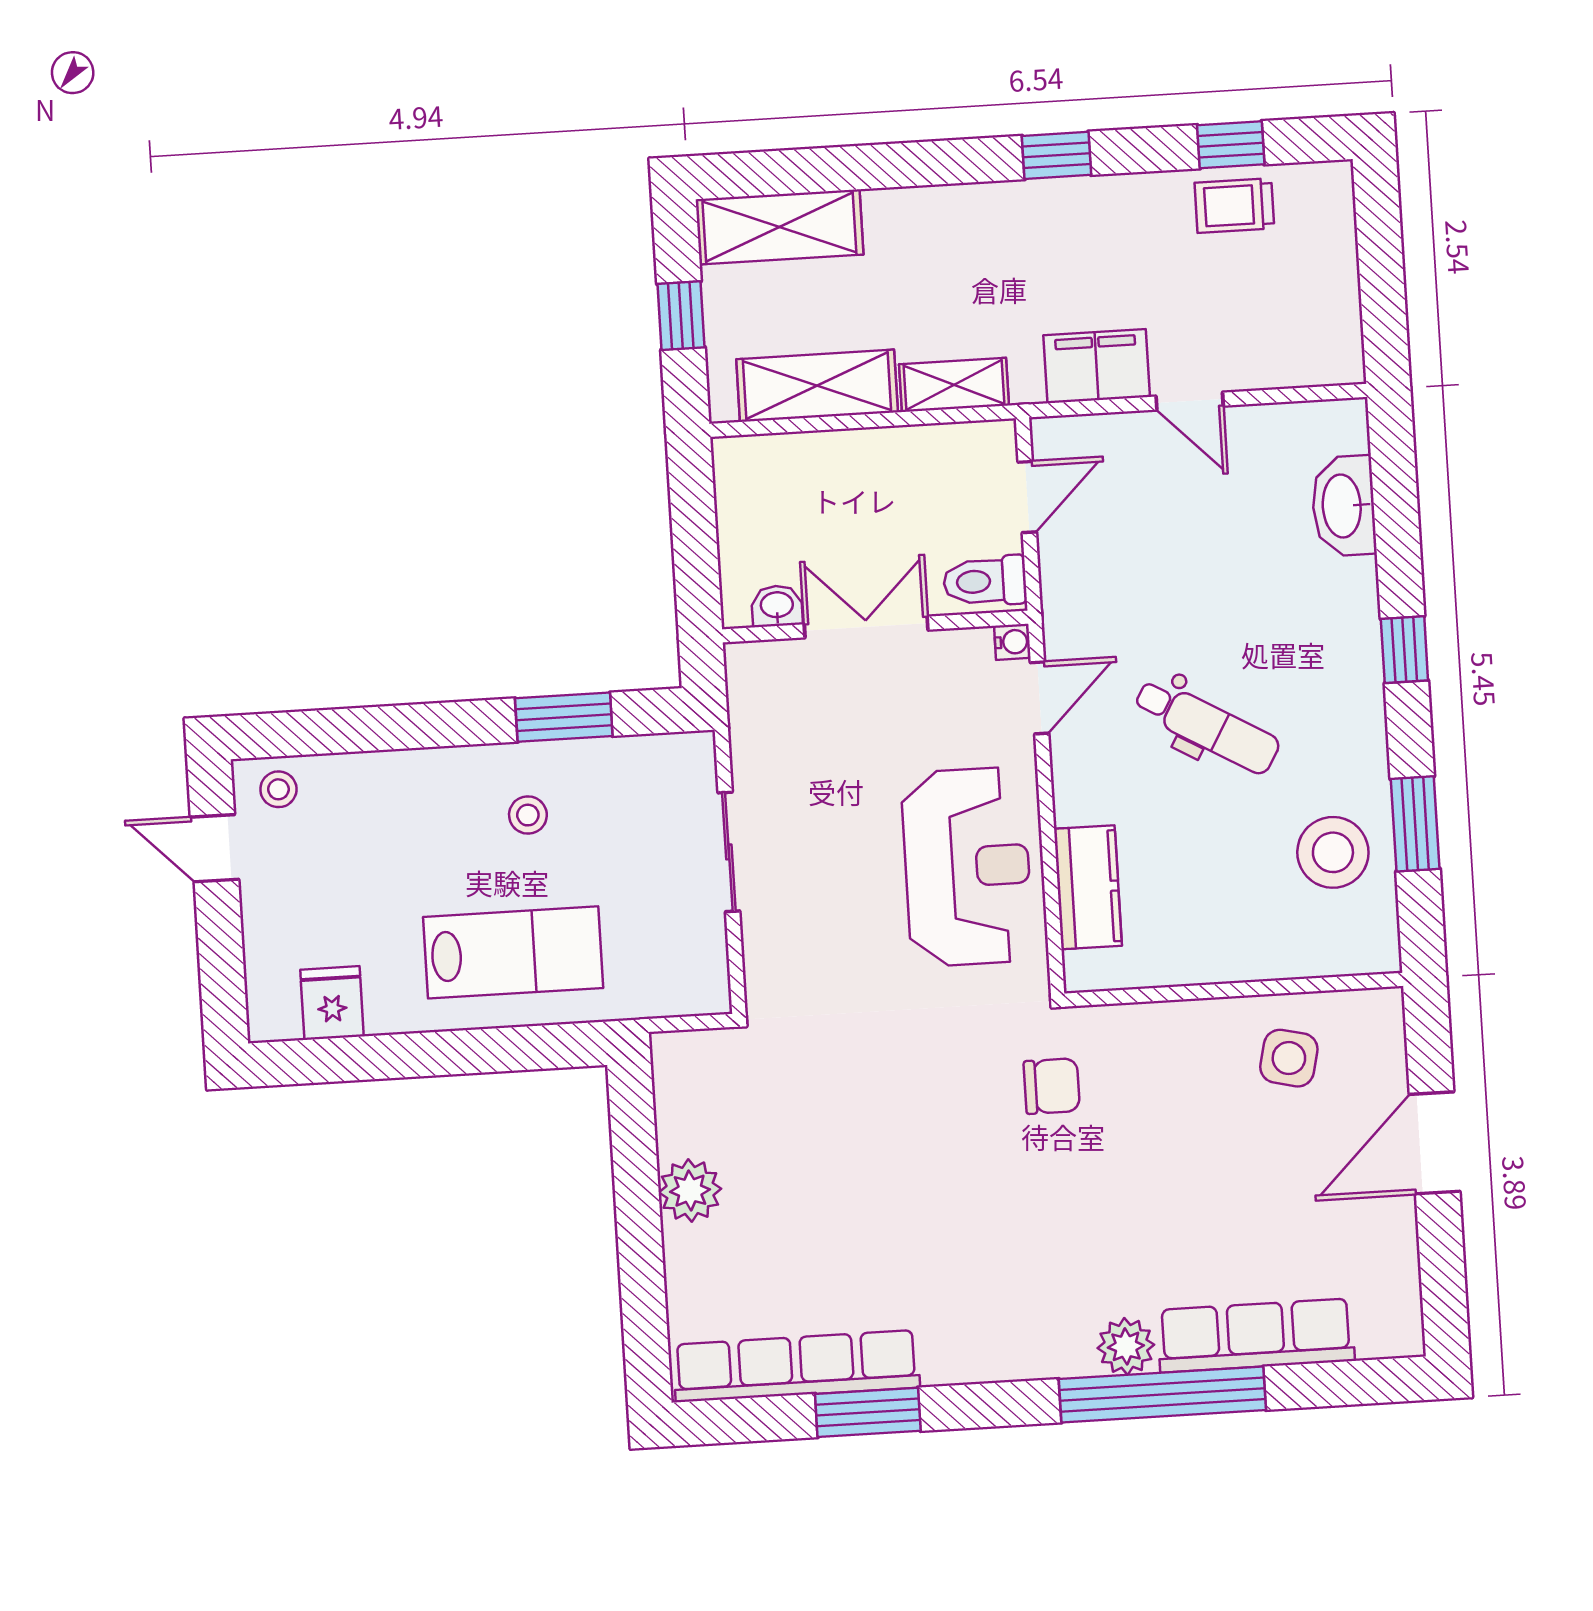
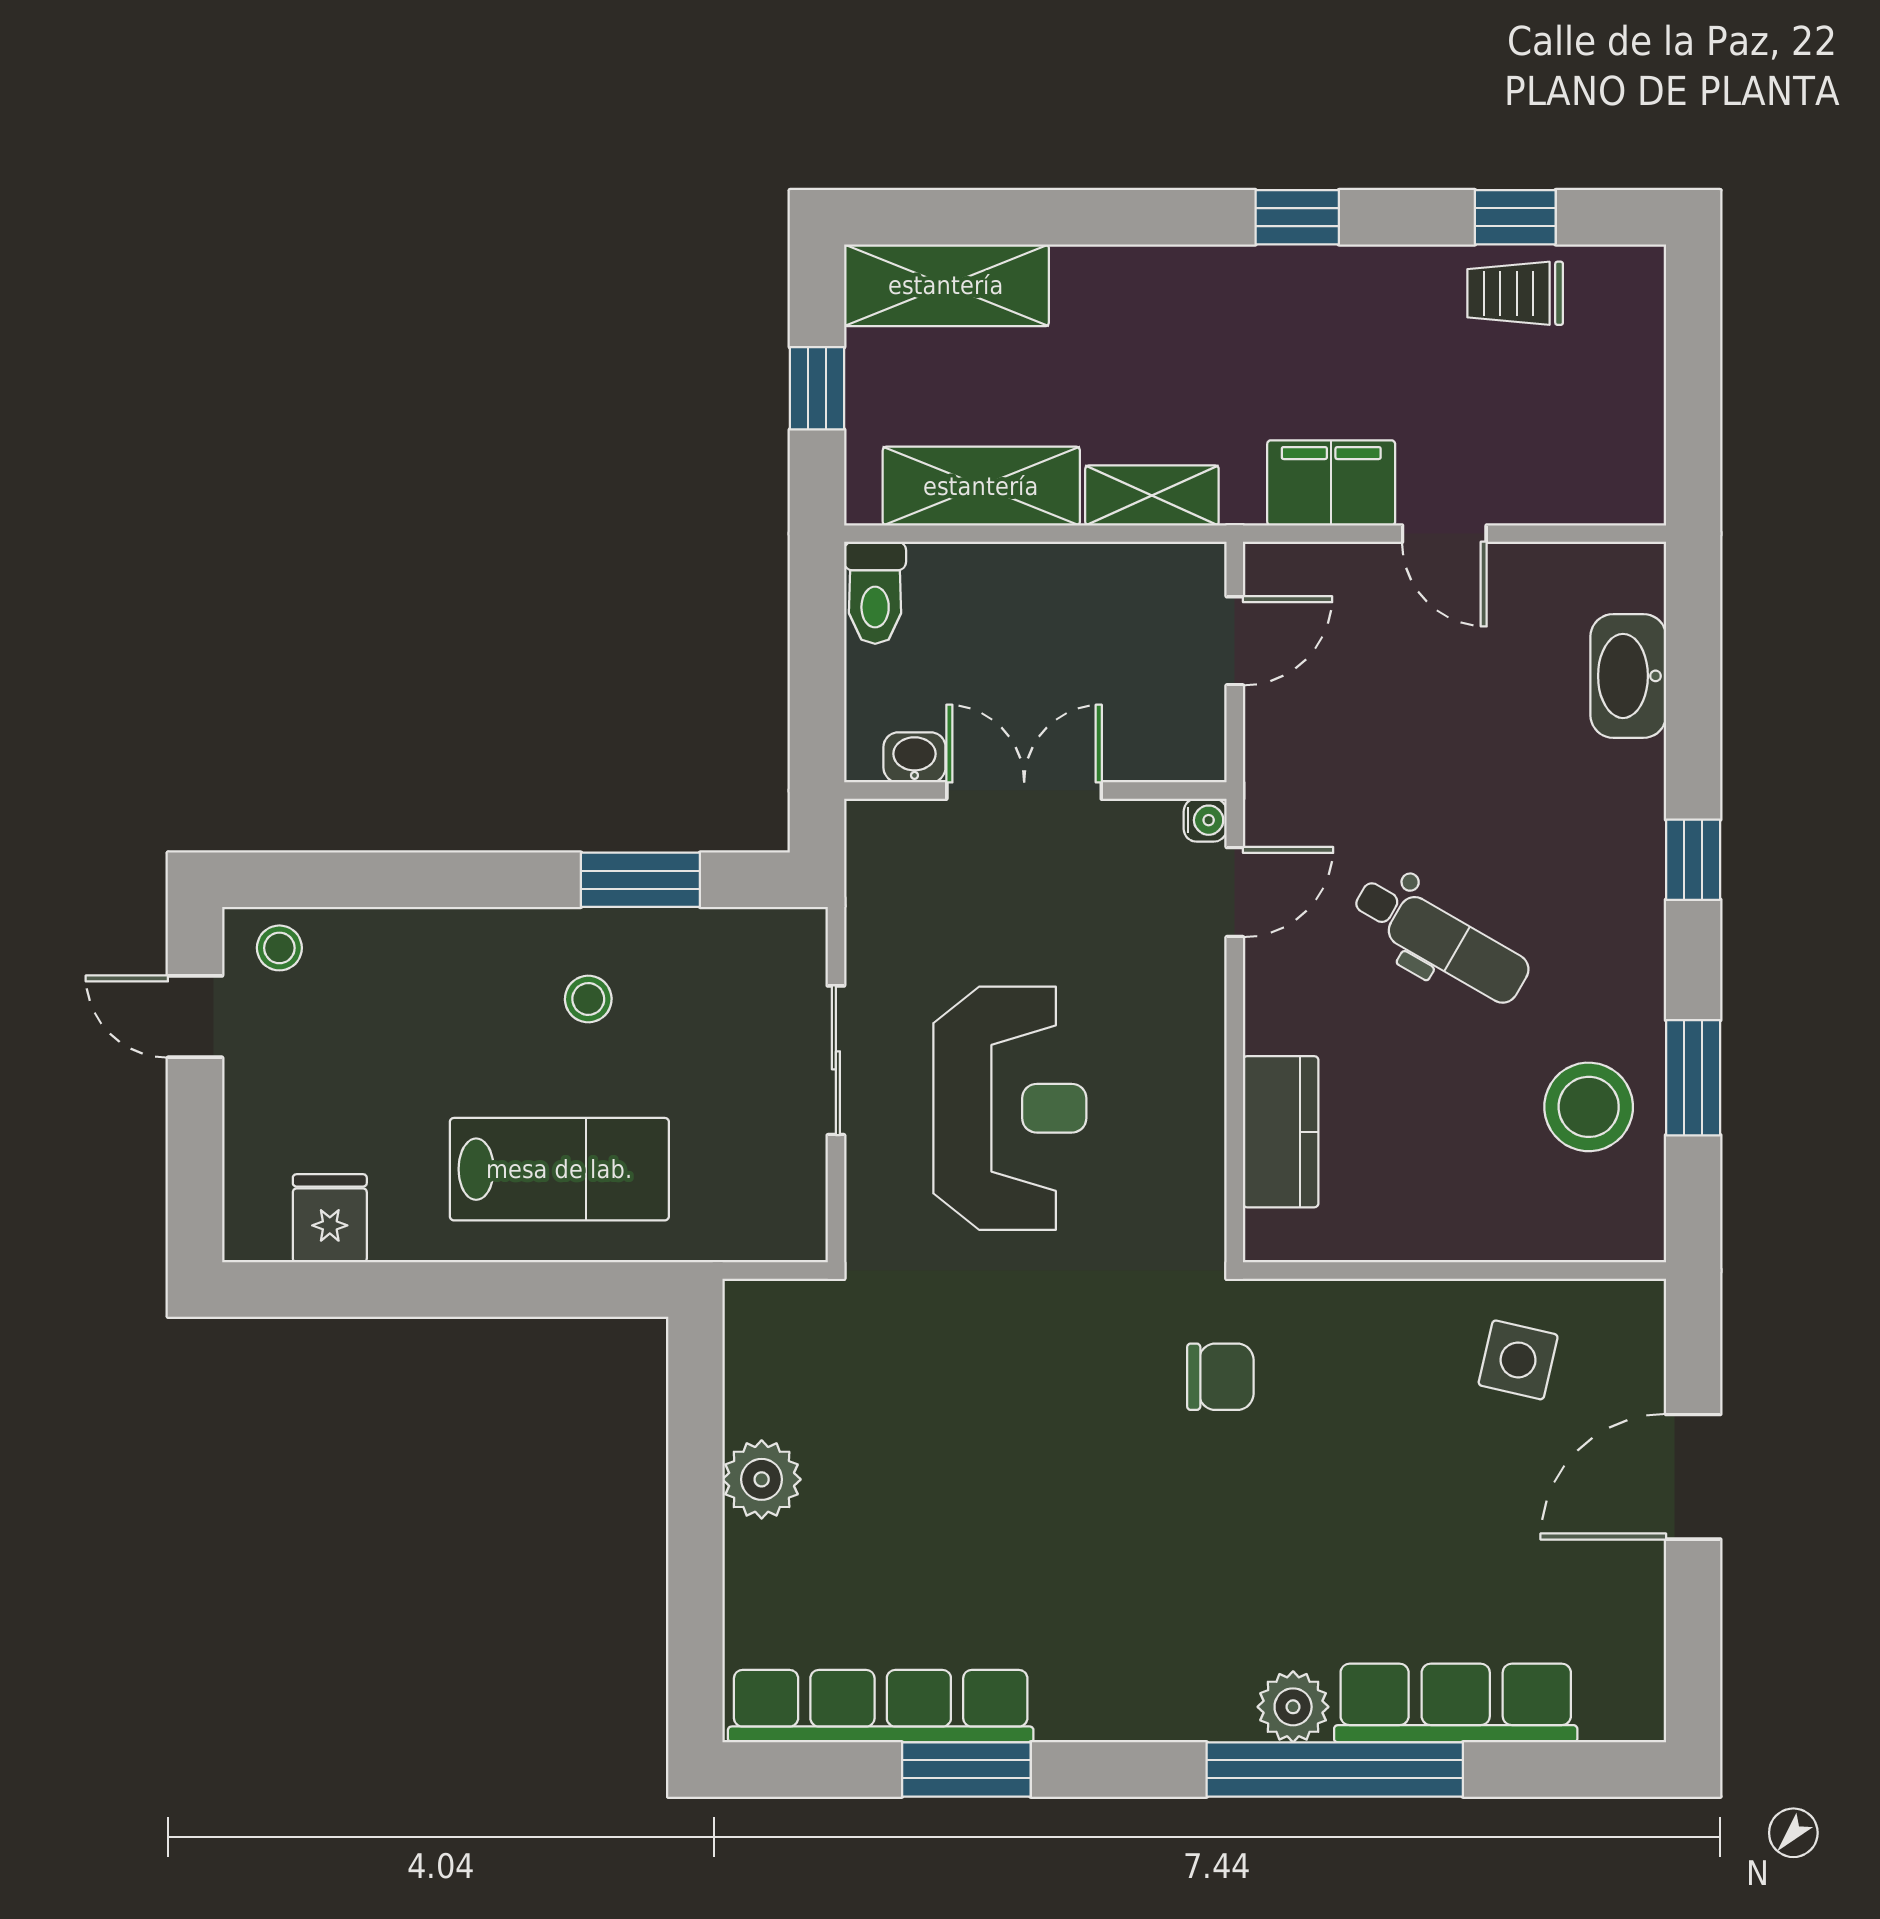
toilet: (985, 581) -> (875, 593), moved, turned -90
reception desk: (967, 867) -> (1010, 1108), moved

